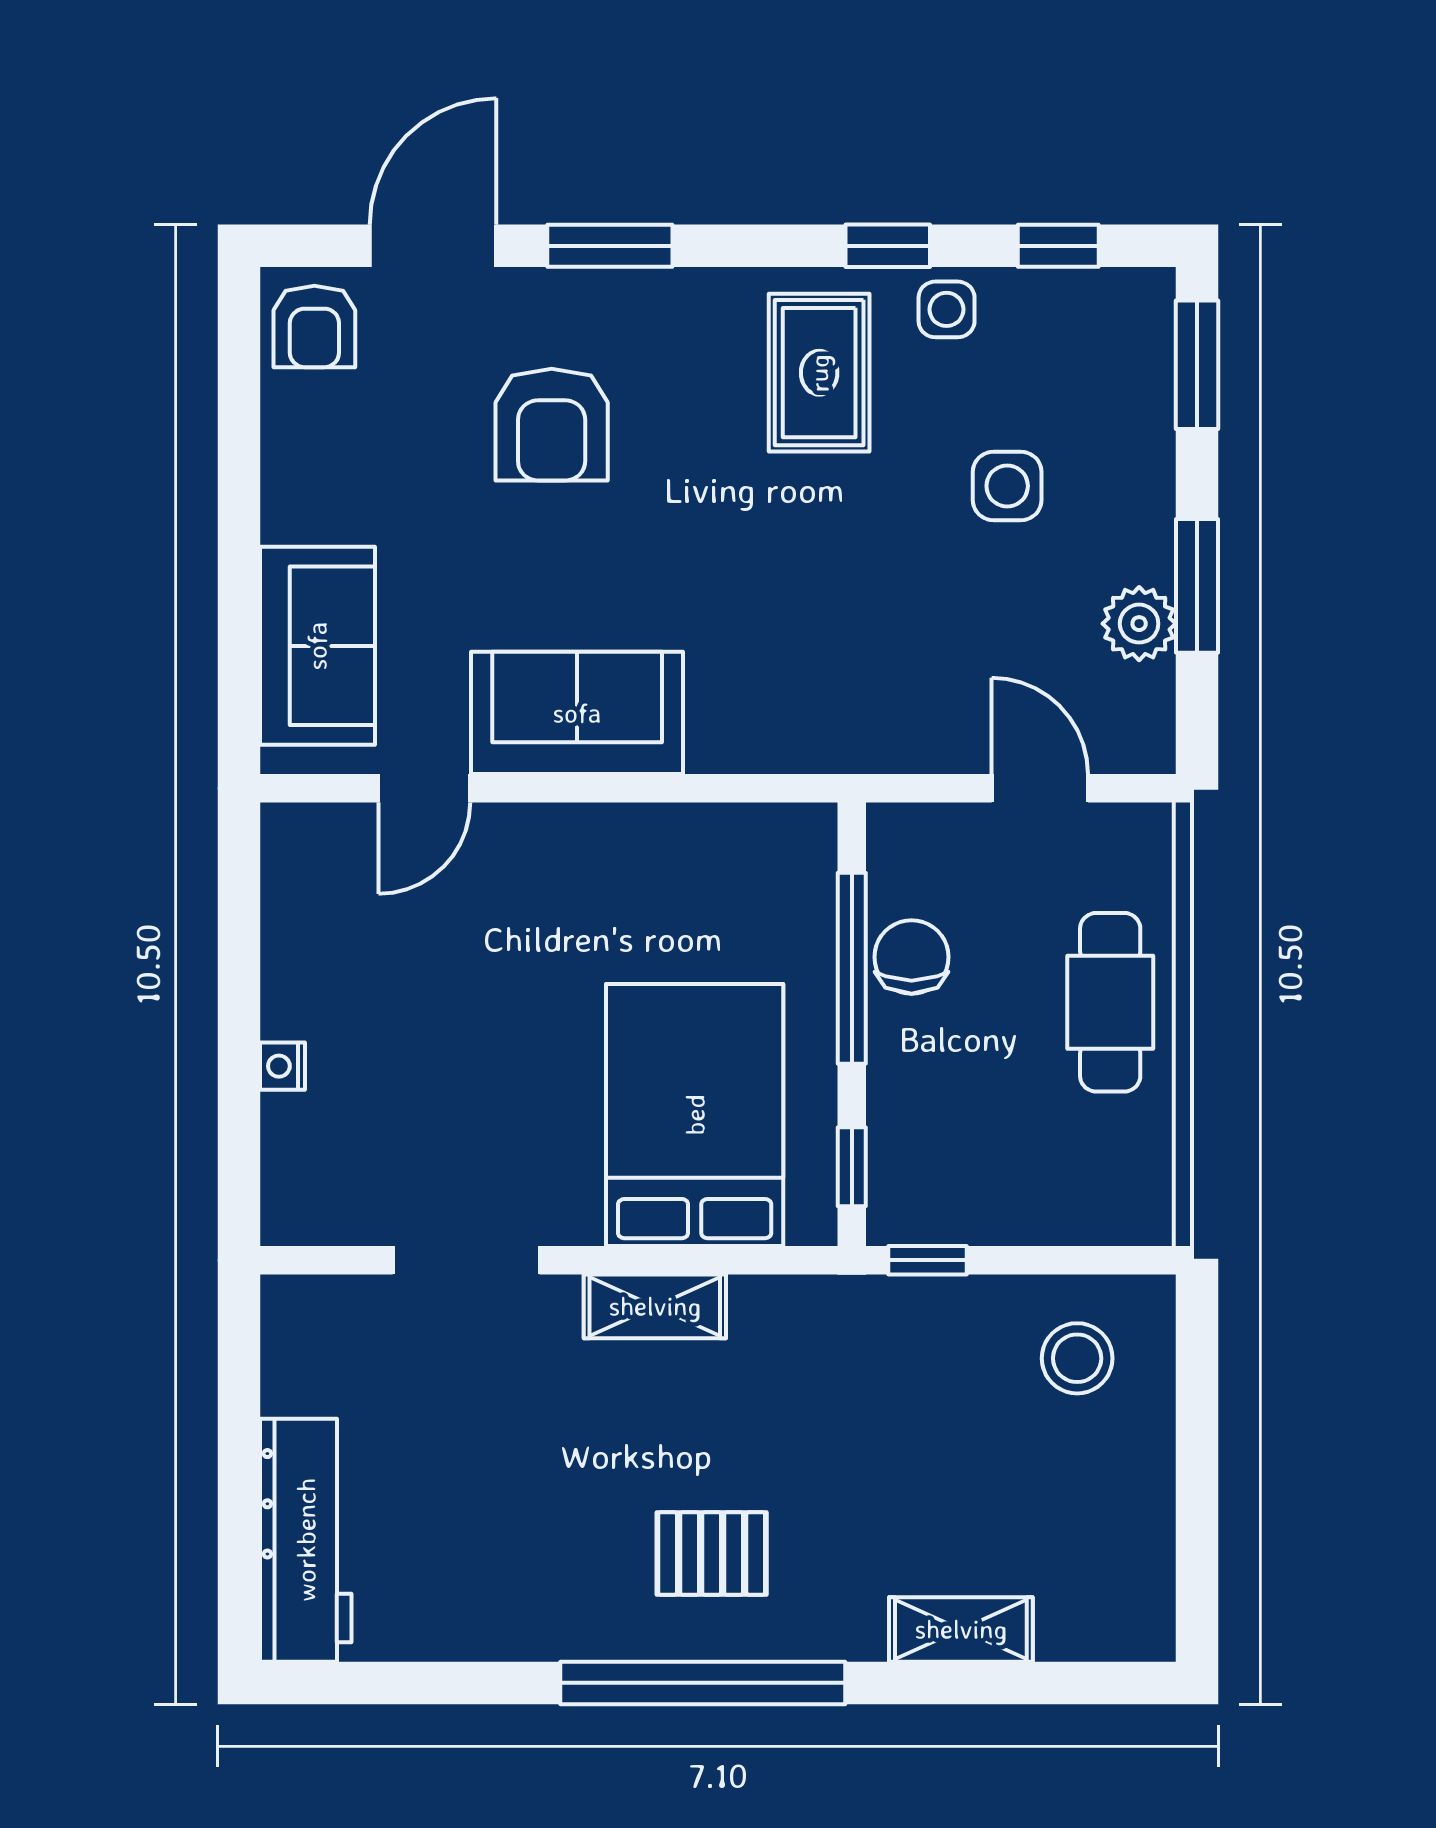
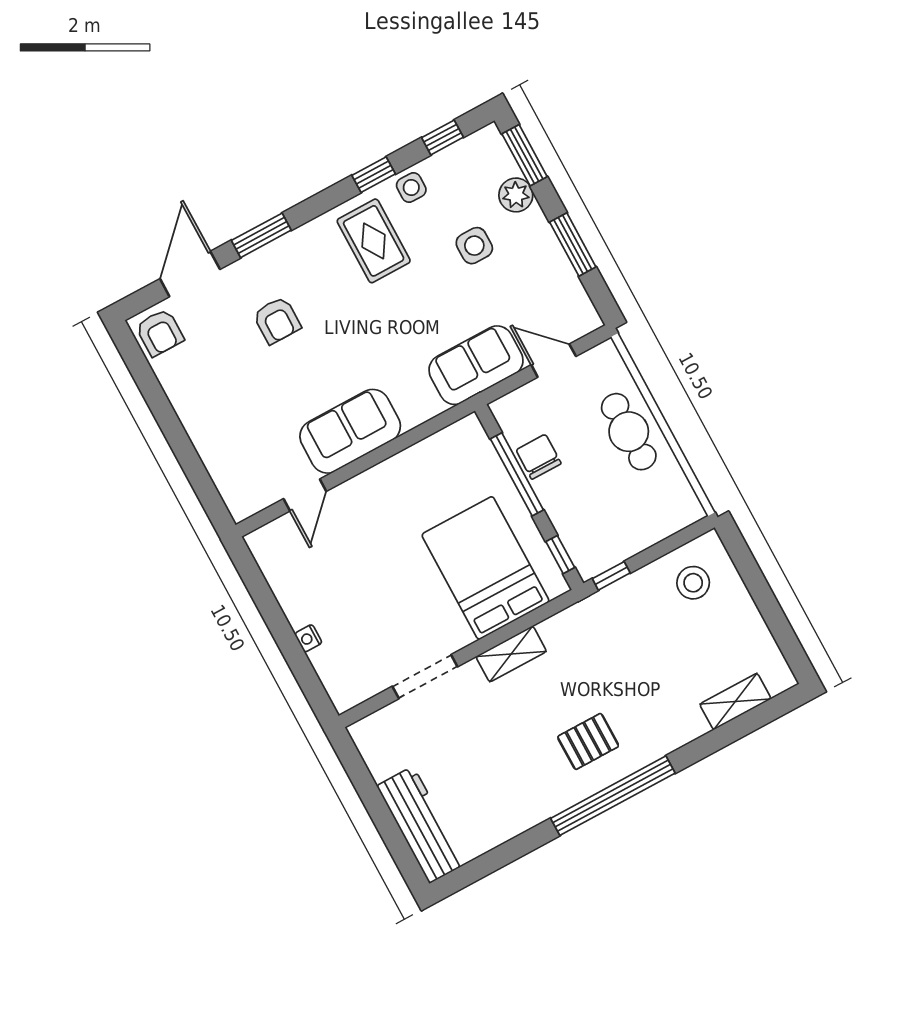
armchair: (552, 425) -> (277, 320), width x0.72, depth x0.72
plant: (1139, 624) -> (516, 195), moved
sofa: (317, 646) -> (476, 365), moved, turned -90
shelving: (961, 1629) -> (735, 701), moved

